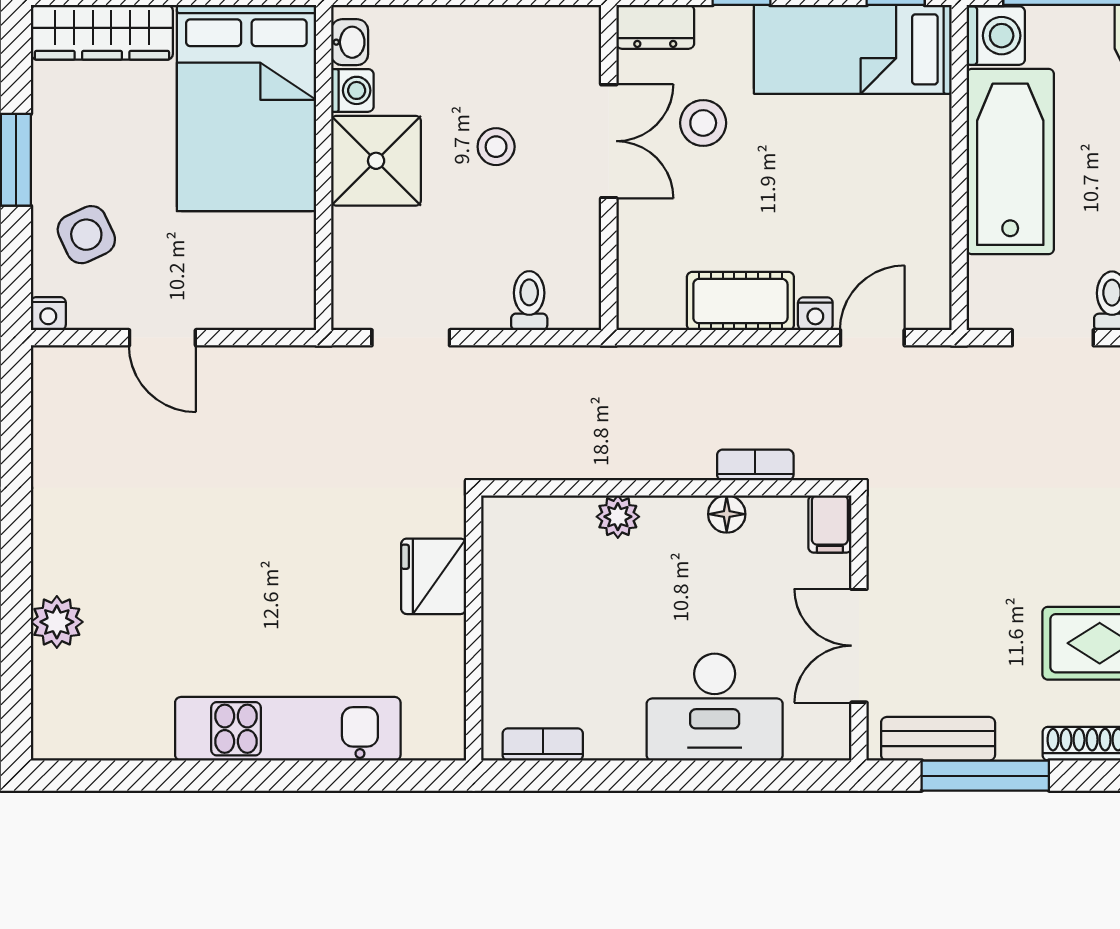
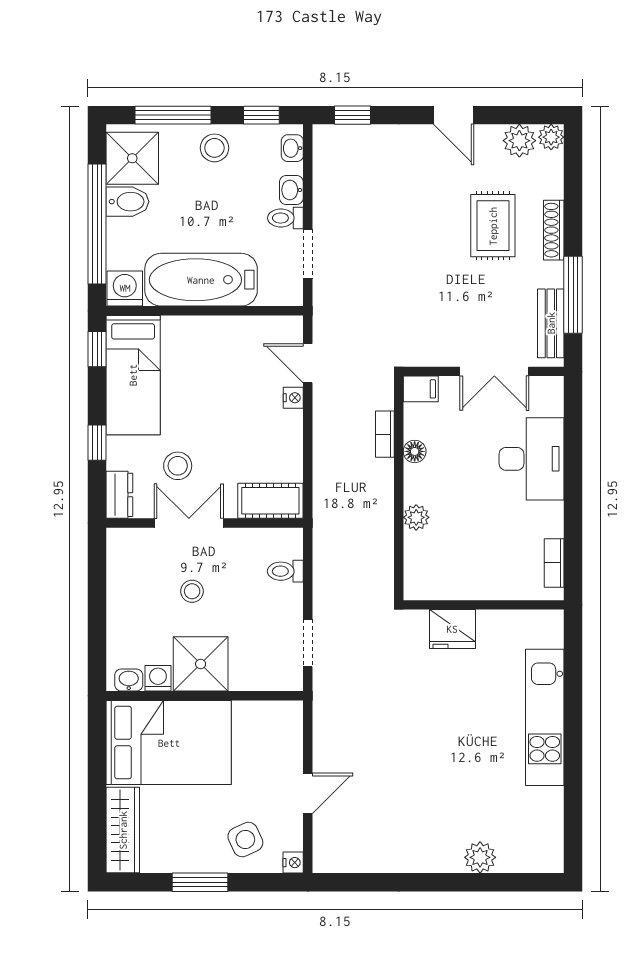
cot: (740, 301) -> (270, 501), moved, turned 90

